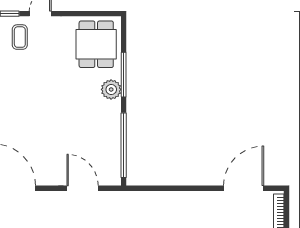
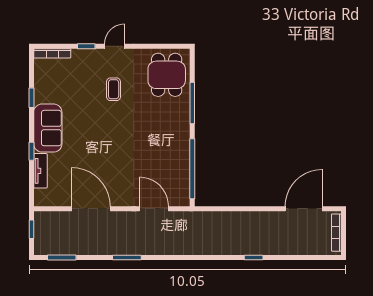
coffee table: (20, 37) -> (114, 89), moved
plant: (111, 89) -> (181, 117), removed

